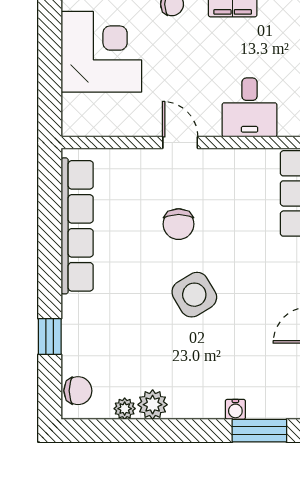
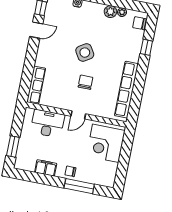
corner desk: (101, 52) -> (106, 143), moved
desk: (250, 107) -> (47, 123), width x1.37
door: (180, 143) -> (78, 115), hinge flipped

